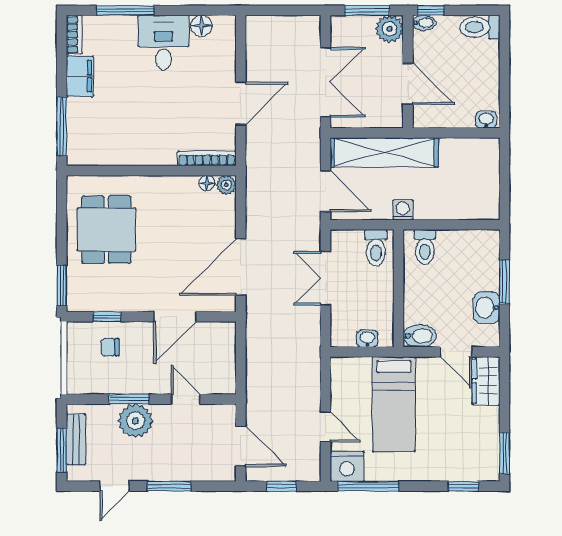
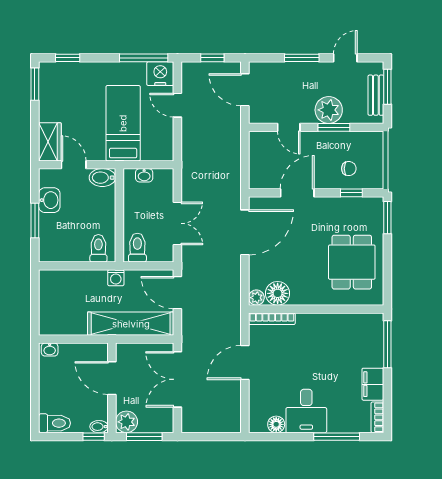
floor lamp: (207, 183) -> (278, 293), width x1.89, depth x1.89

